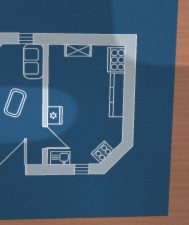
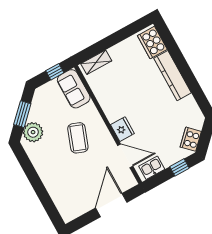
shelving: (78, 50) -> (96, 62), moved

